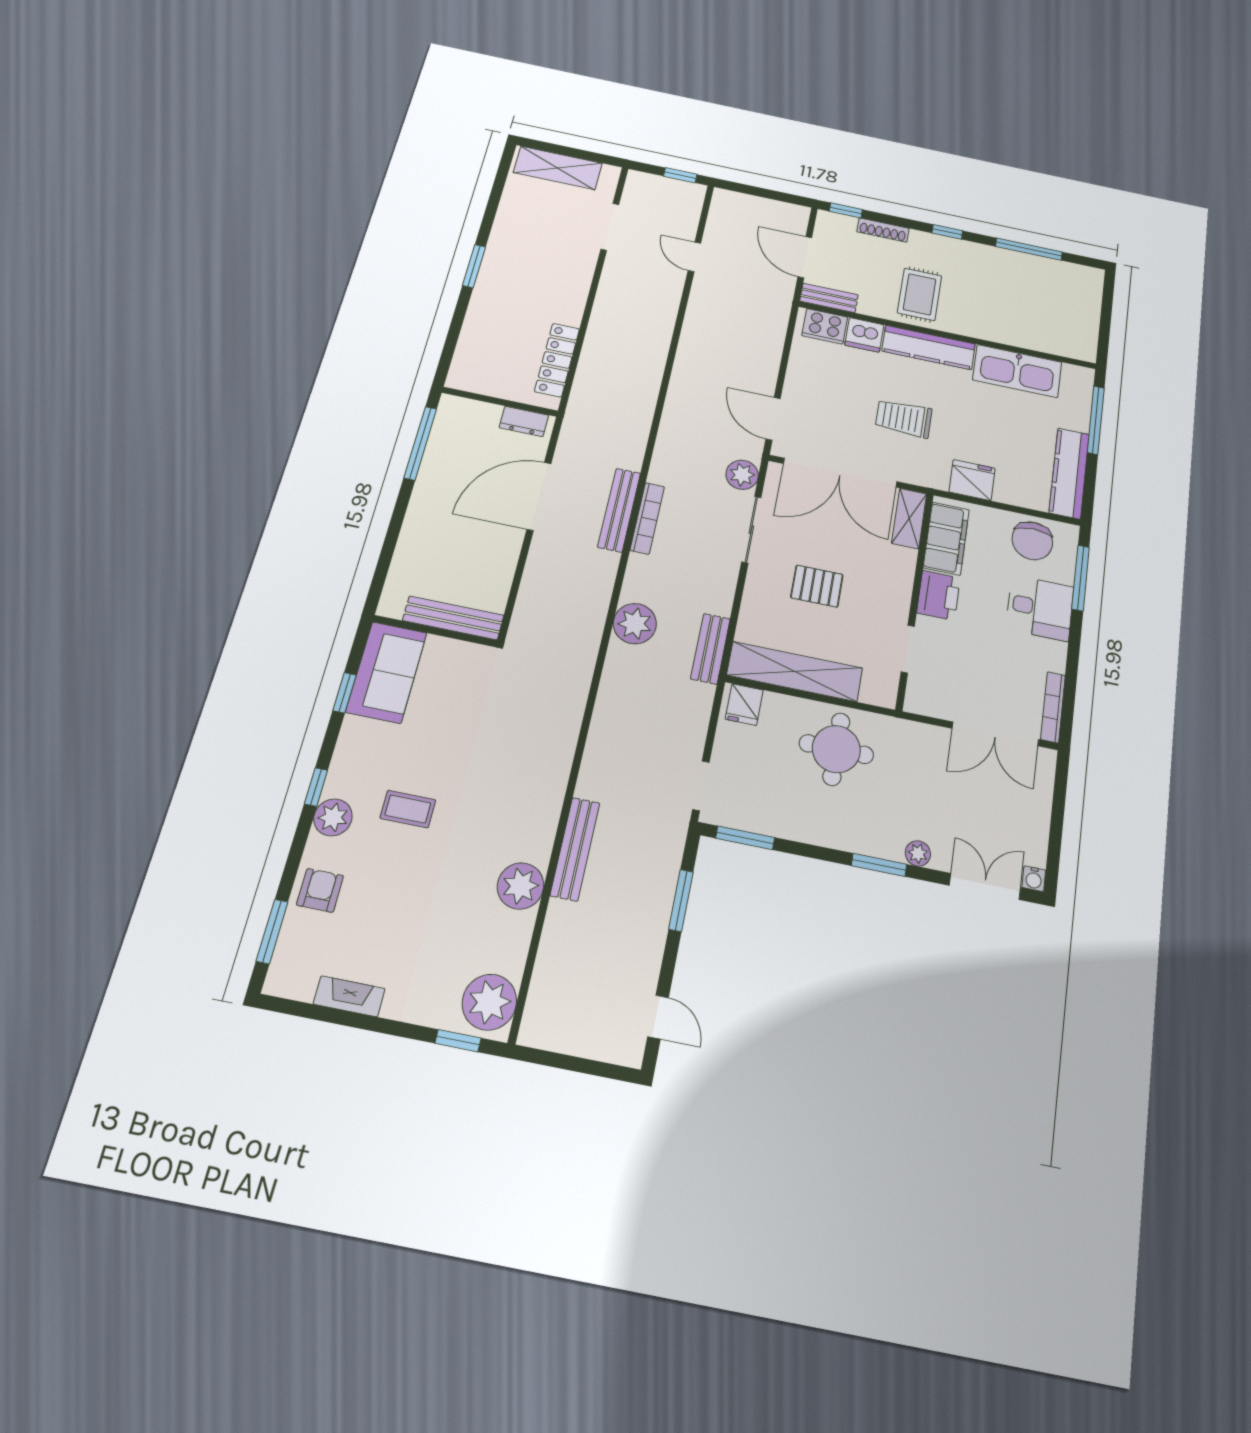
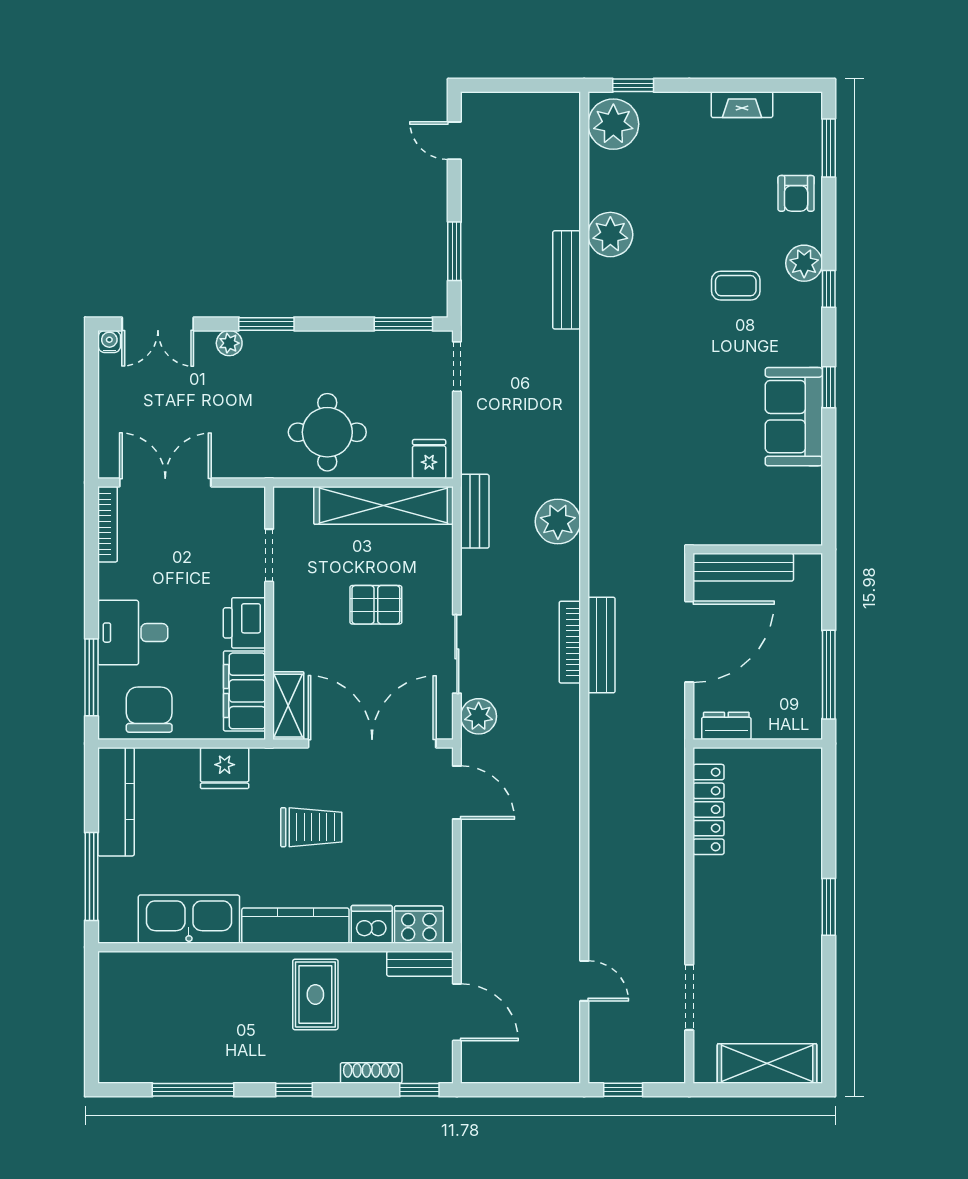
bench: (453, 618) -> (743, 567), moved
wall: (435, 631) -> (758, 549), moved

